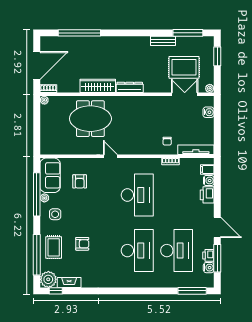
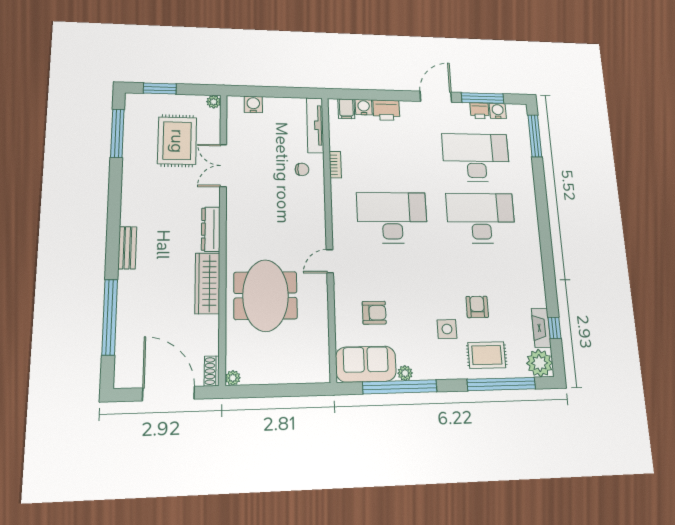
bench: (163, 41) -> (127, 248), moved
double door: (185, 94) -> (223, 166), moved
side table: (55, 214) -> (447, 329), moved
window: (56, 291) -> (554, 328), moved

